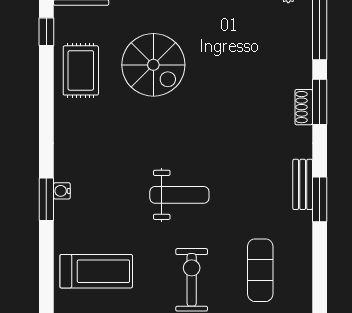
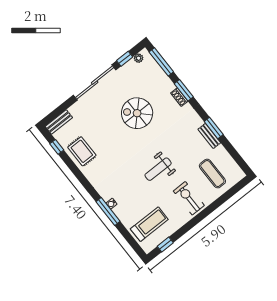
spiral stairs: (153, 65) -> (137, 113), moved, turned 180
bench: (303, 184) -> (209, 136), moved
weight bench: (179, 195) -> (158, 169), turned 180
window: (46, 199) -> (108, 212), width x1.44

